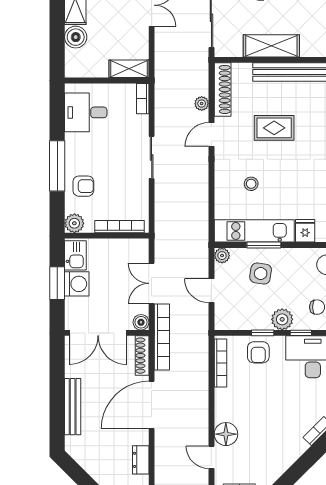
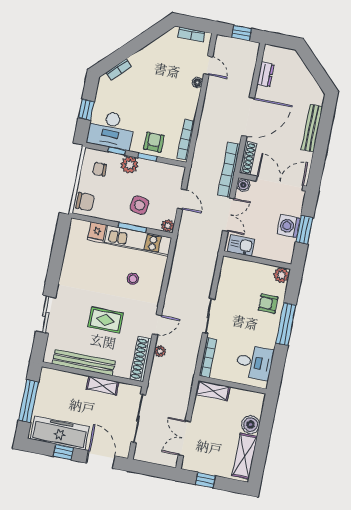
shelving: (271, 46) -> (103, 386), width x0.67, depth x0.75
bookcase: (143, 99) -> (208, 358), width x1.56
bookcase: (119, 227) -> (246, 265), removed
kitchen sink: (75, 255) -> (241, 246), moved, turned 90
floor lamp: (226, 434) -> (197, 82), width x0.53, depth x0.53

